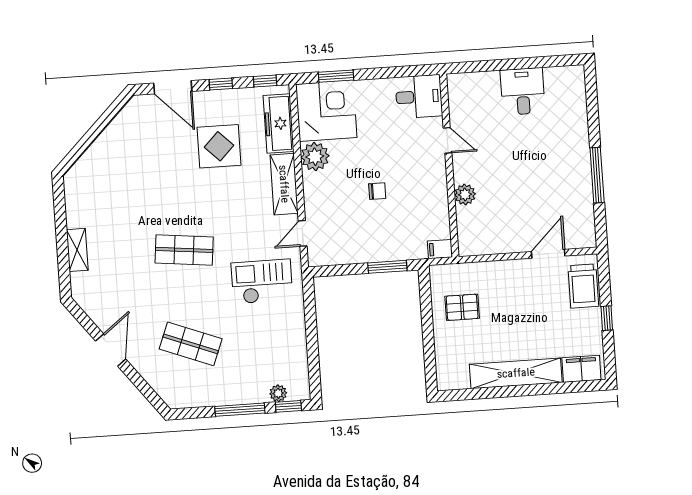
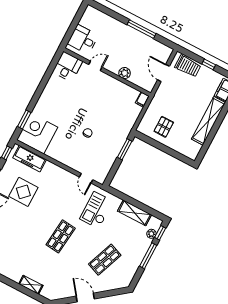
desk: (419, 97) -> (68, 67), moved
door: (448, 140) -> (95, 66), moved
plant: (315, 157) -> (55, 151), removed
wall: (449, 166) -> (107, 72), moved
shelving: (284, 184) -> (135, 213), moved
plant: (465, 194) -> (125, 73), moved
filing cabinet: (440, 249) -> (142, 100), moved

